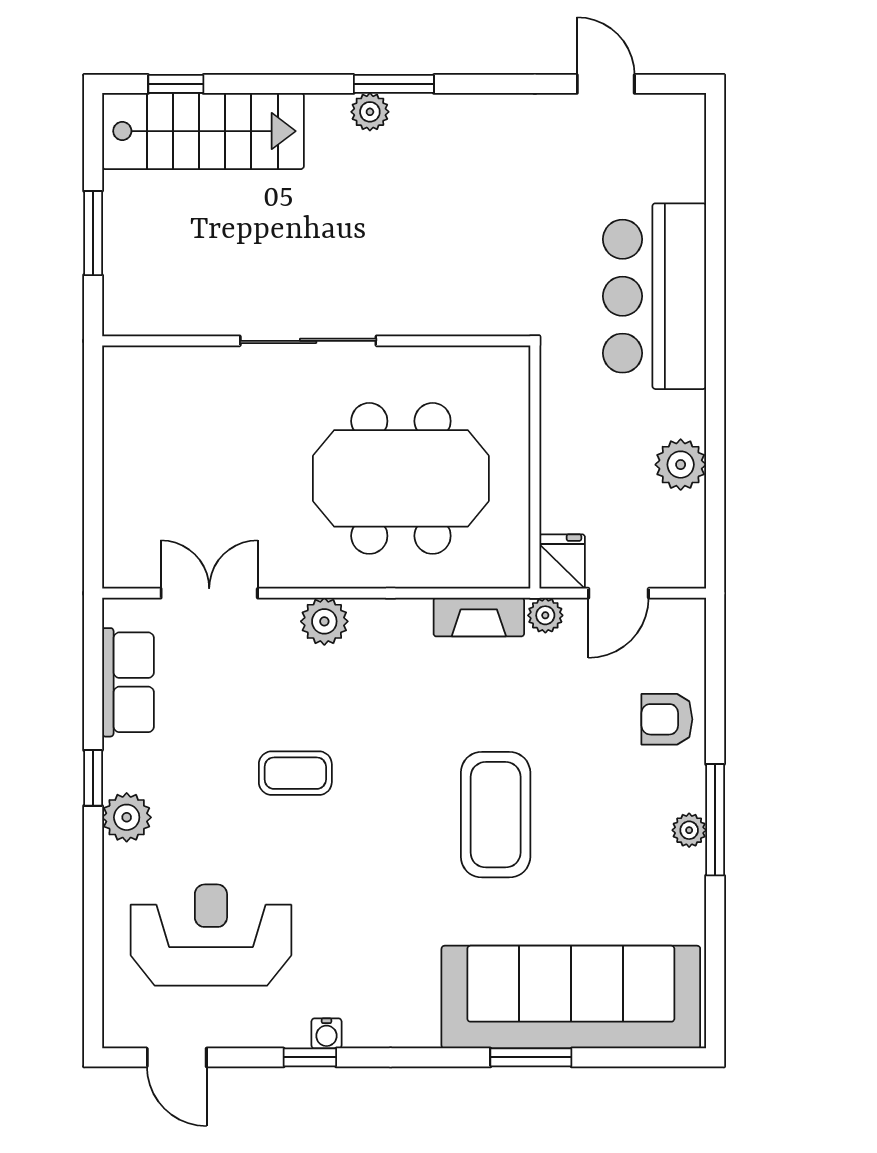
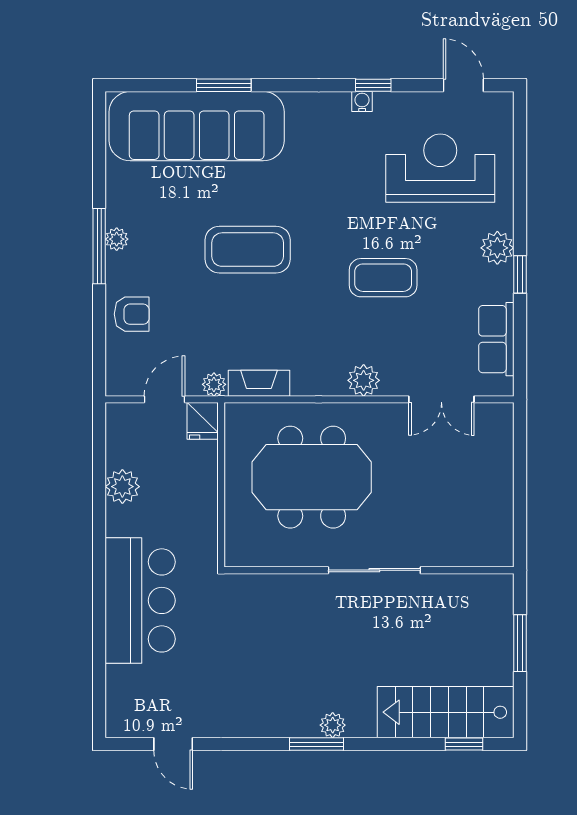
coffee table: (295, 773) -> (383, 278), width x1.36, depth x1.30
coffee table: (496, 815) -> (248, 250), turned 90
reception desk: (211, 935) -> (440, 168), turned 180

